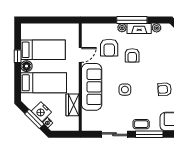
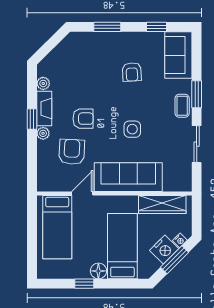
window: (132, 20) -> (32, 119), width x0.46
armchair: (109, 48) -> (72, 152), turned -87
bed: (43, 50) -> (57, 227), moved, turned 180
door: (80, 55) -> (82, 193), hinge flipped
wardrobe: (73, 105) -> (162, 204), width x1.50
window: (149, 134) -> (197, 94), width x0.69

